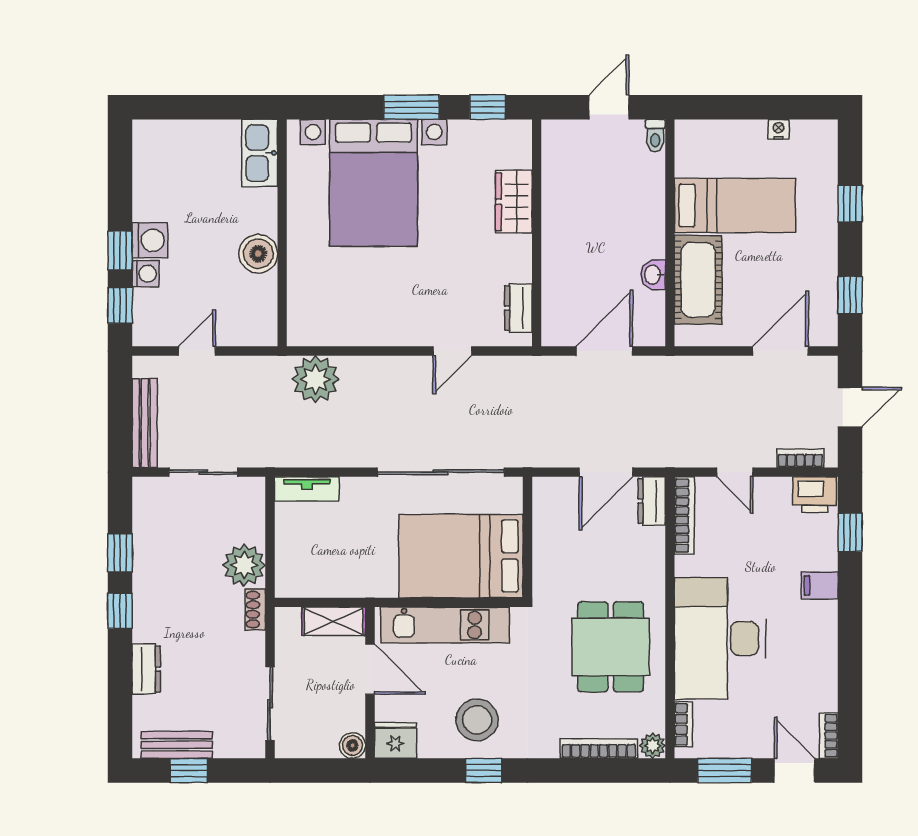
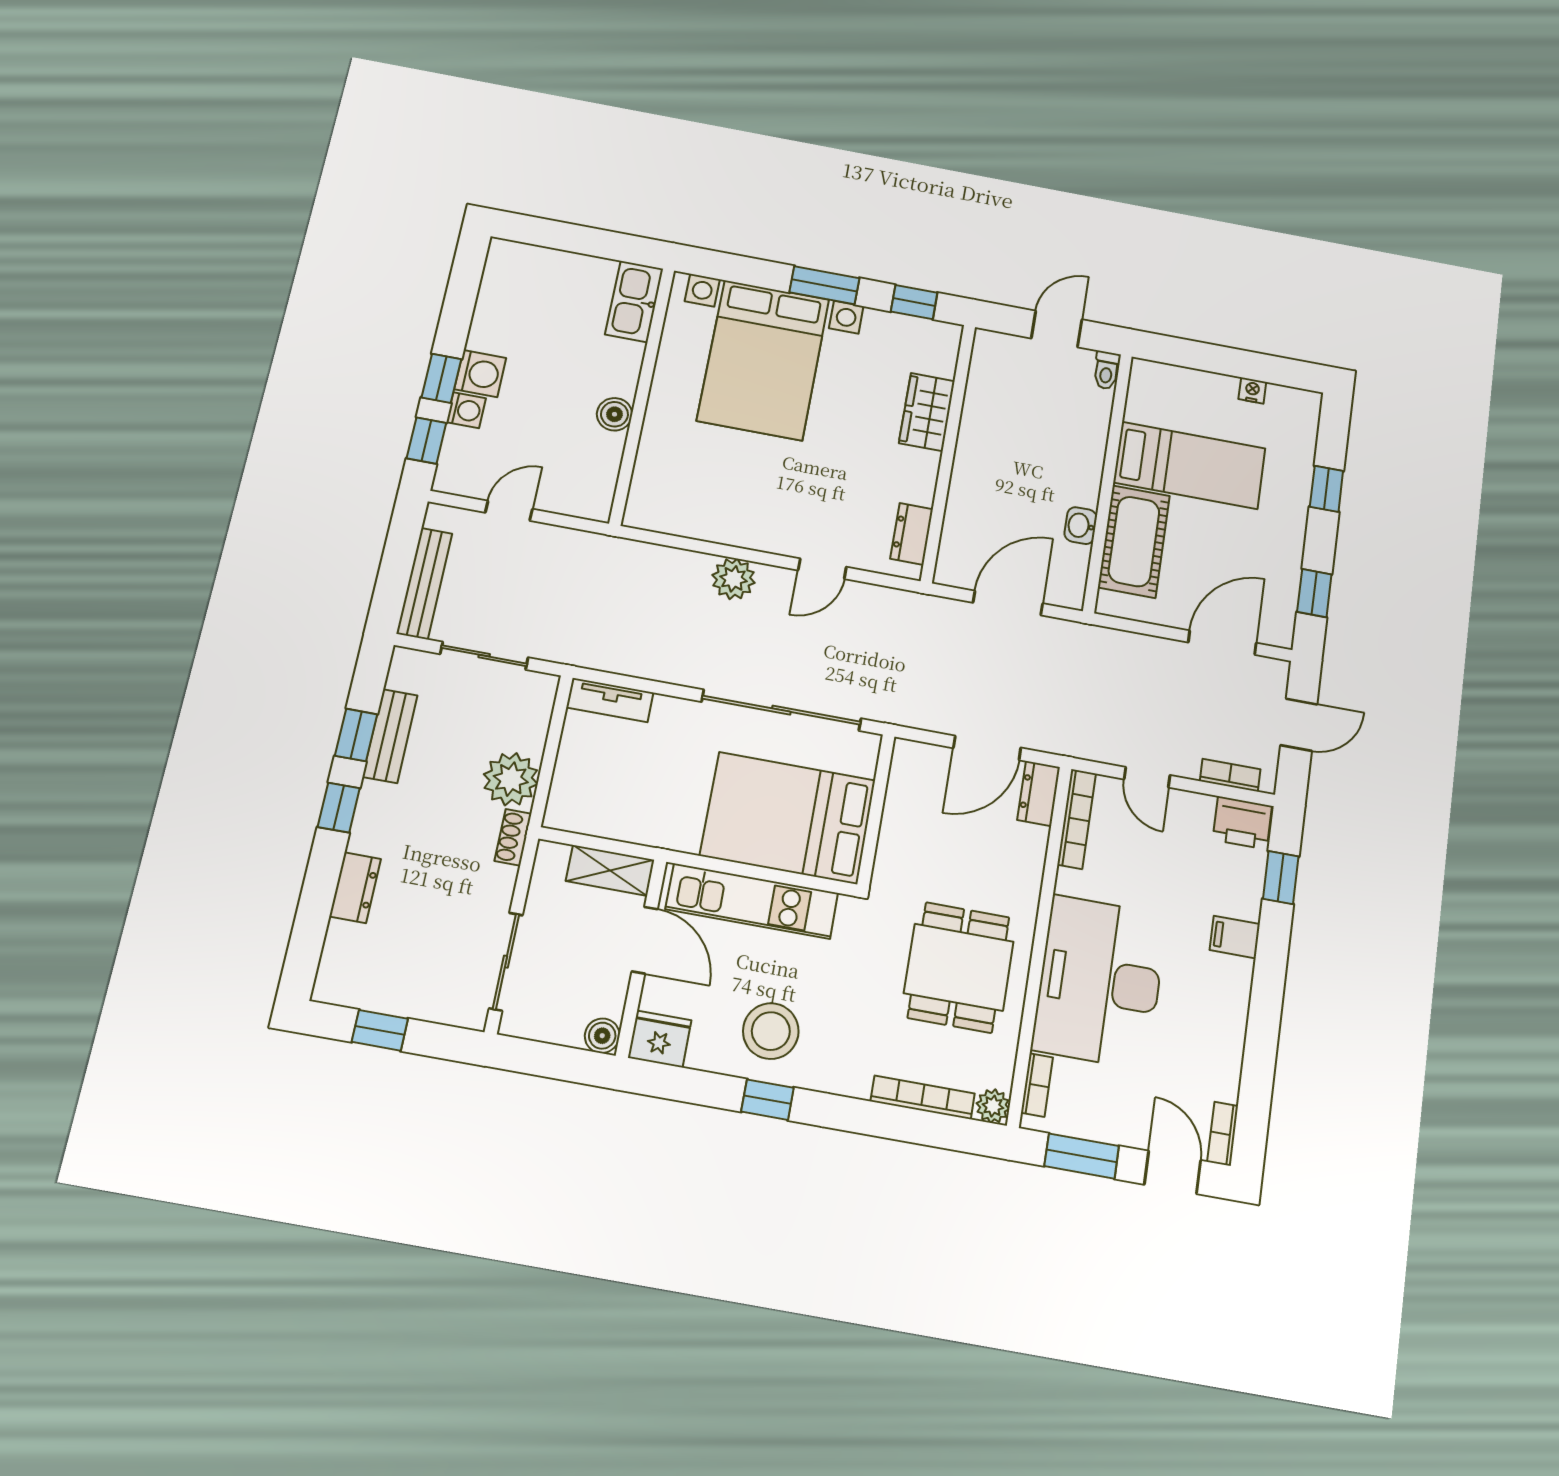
boiler: (258, 254) -> (614, 414), width x0.73, depth x0.73
plant: (316, 379) -> (734, 579), moved, width x0.73, depth x0.73
bench: (177, 745) -> (390, 736), moved, turned 90

